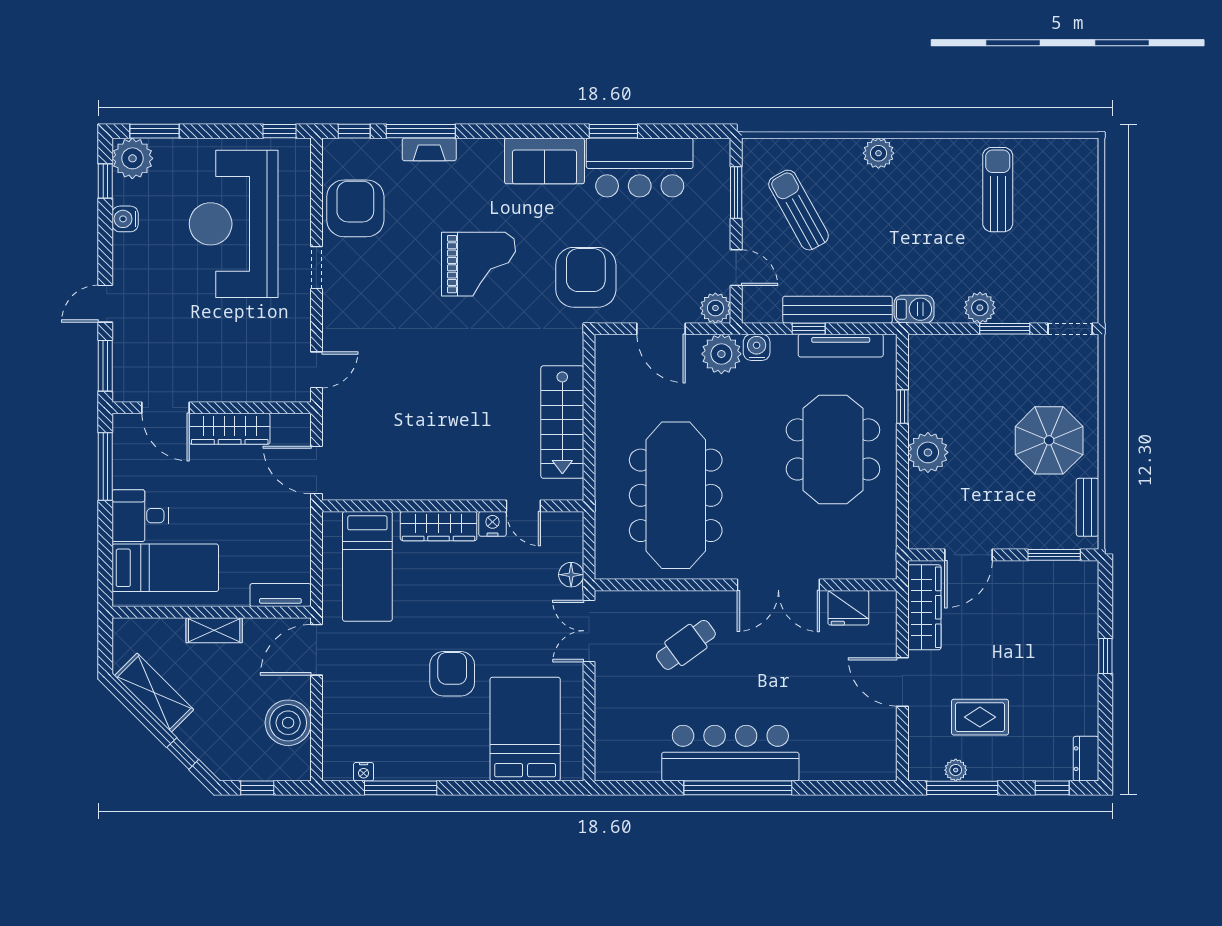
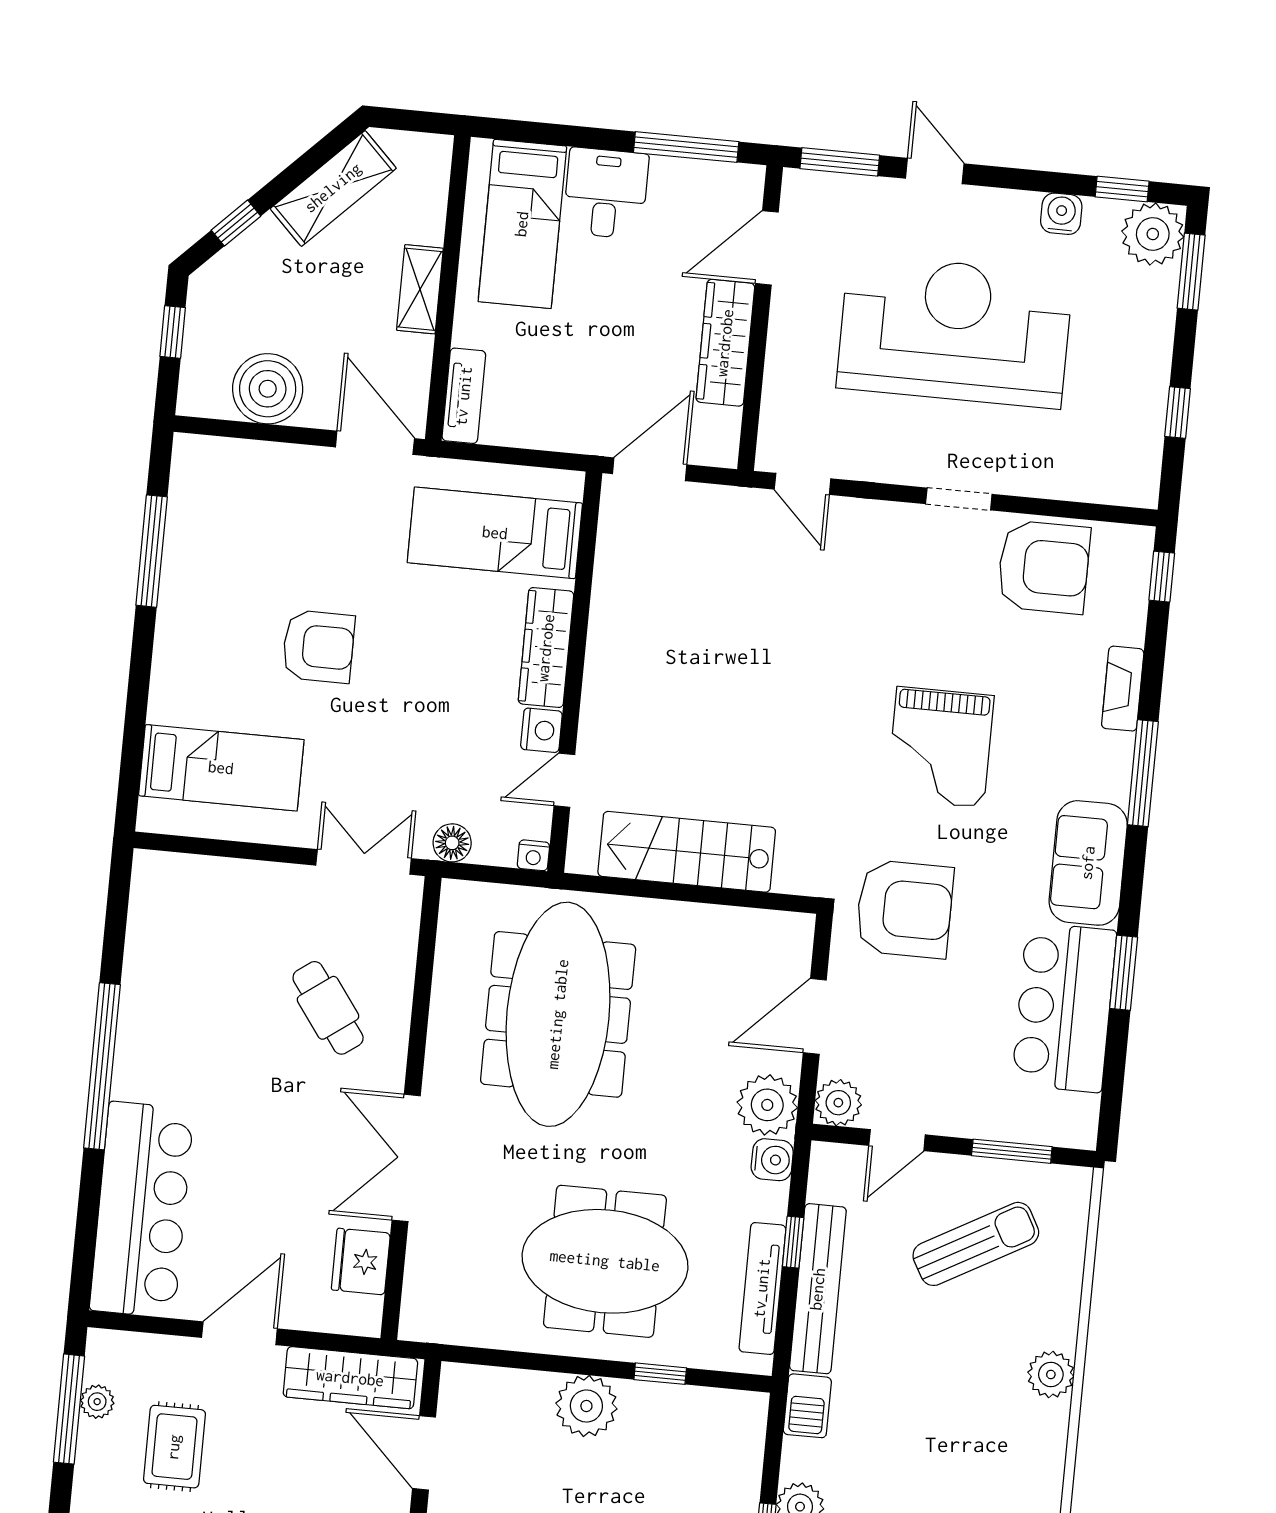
window: (280, 131) -> (1178, 412), moved
window: (421, 131) -> (1143, 773), moved
reception desk: (234, 224) -> (955, 331), moved
meeting table: (676, 495) -> (558, 1014), turned 90
bed: (525, 729) -> (221, 768), width x0.67
bar counter: (730, 753) -> (142, 1210), moved
nightstand: (364, 772) -> (533, 855), moved, turned -90

